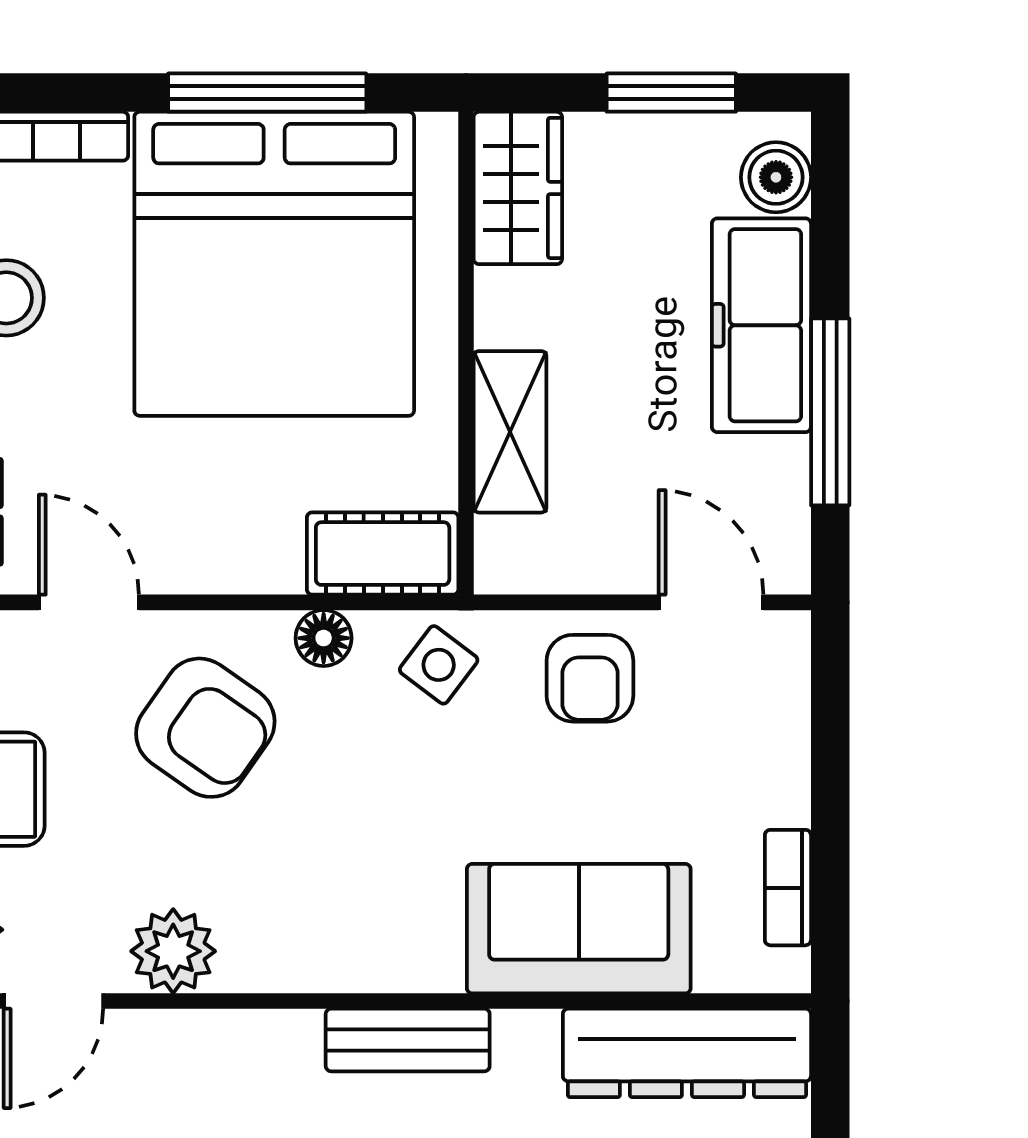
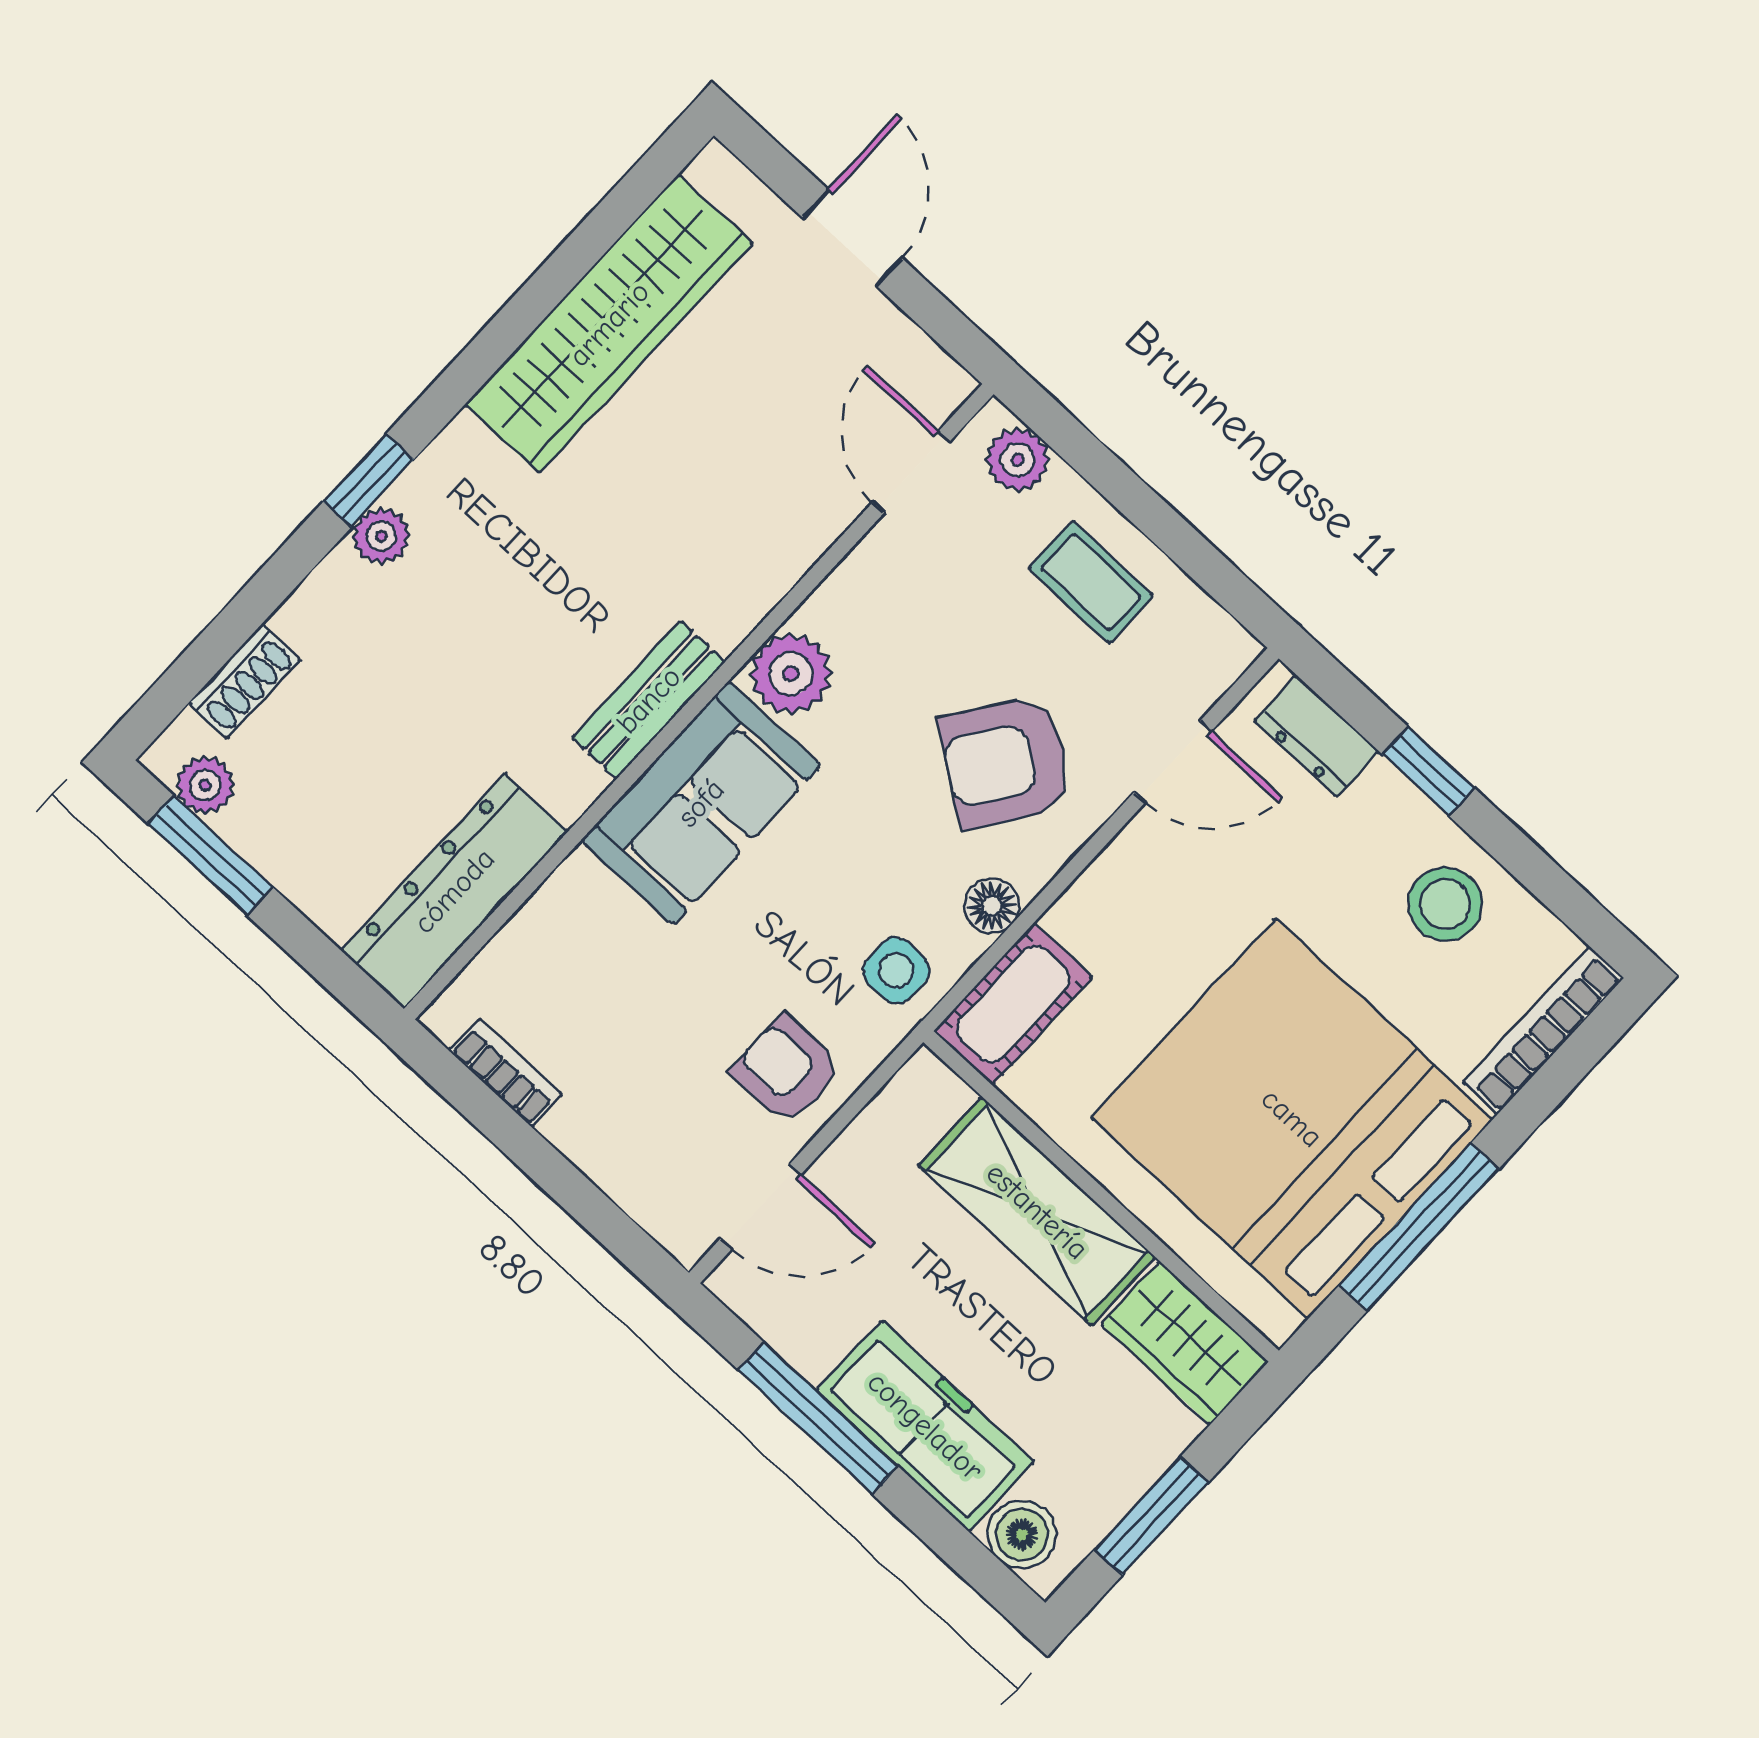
shelving: (510, 432) -> (1037, 1211), width x1.50, depth x1.33
side table: (439, 665) -> (896, 970), turned -37
sofa: (579, 929) -> (701, 803), moved
plant: (173, 951) -> (791, 674), moved

